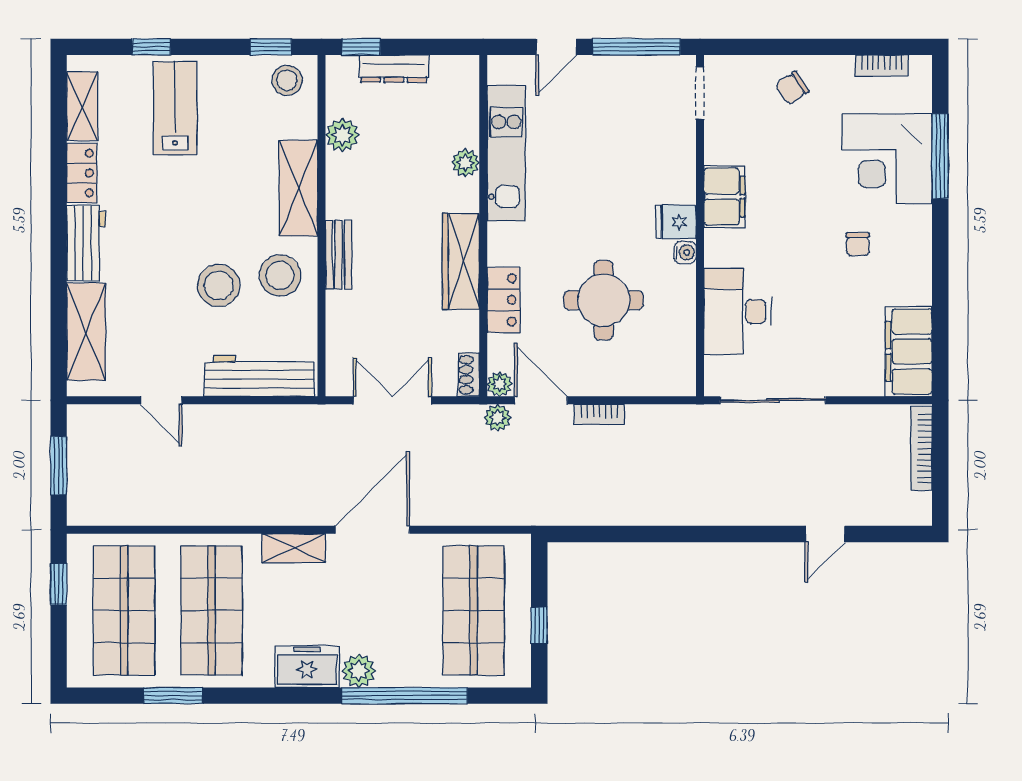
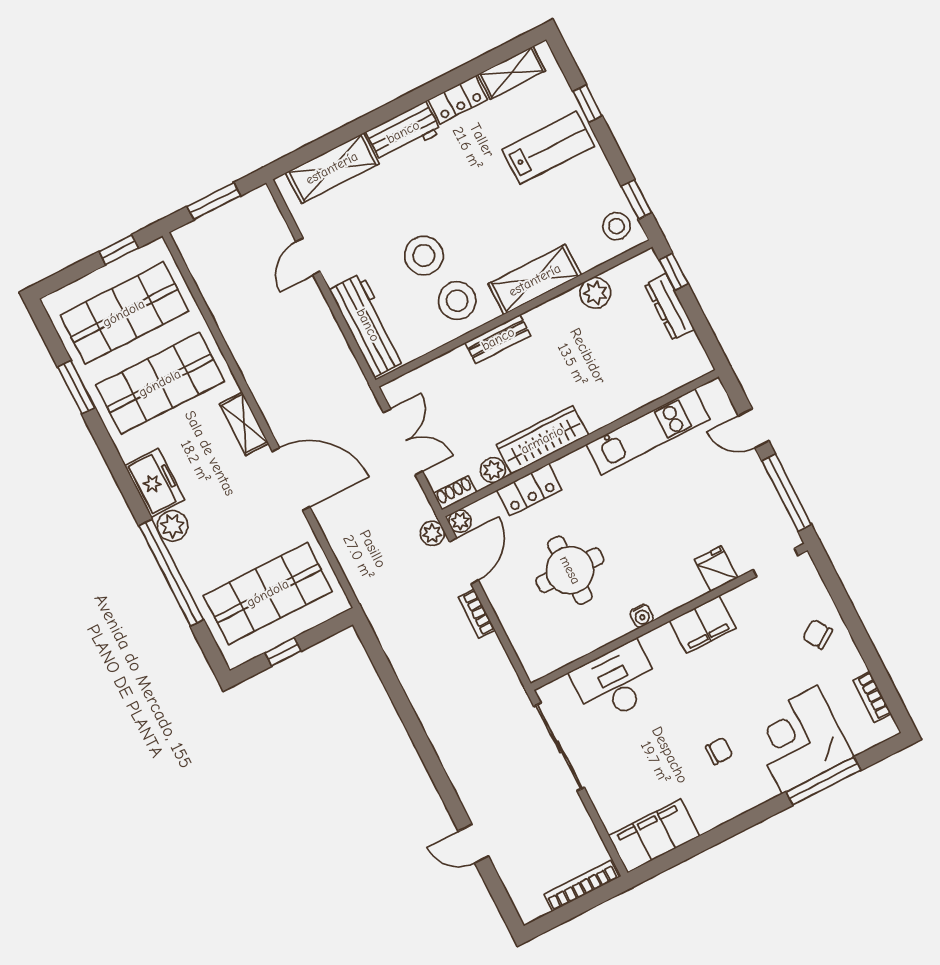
plant: (466, 163) -> (493, 470), moved
fridge: (676, 222) -> (716, 569), moved
chair: (858, 244) -> (719, 751), turned 180

